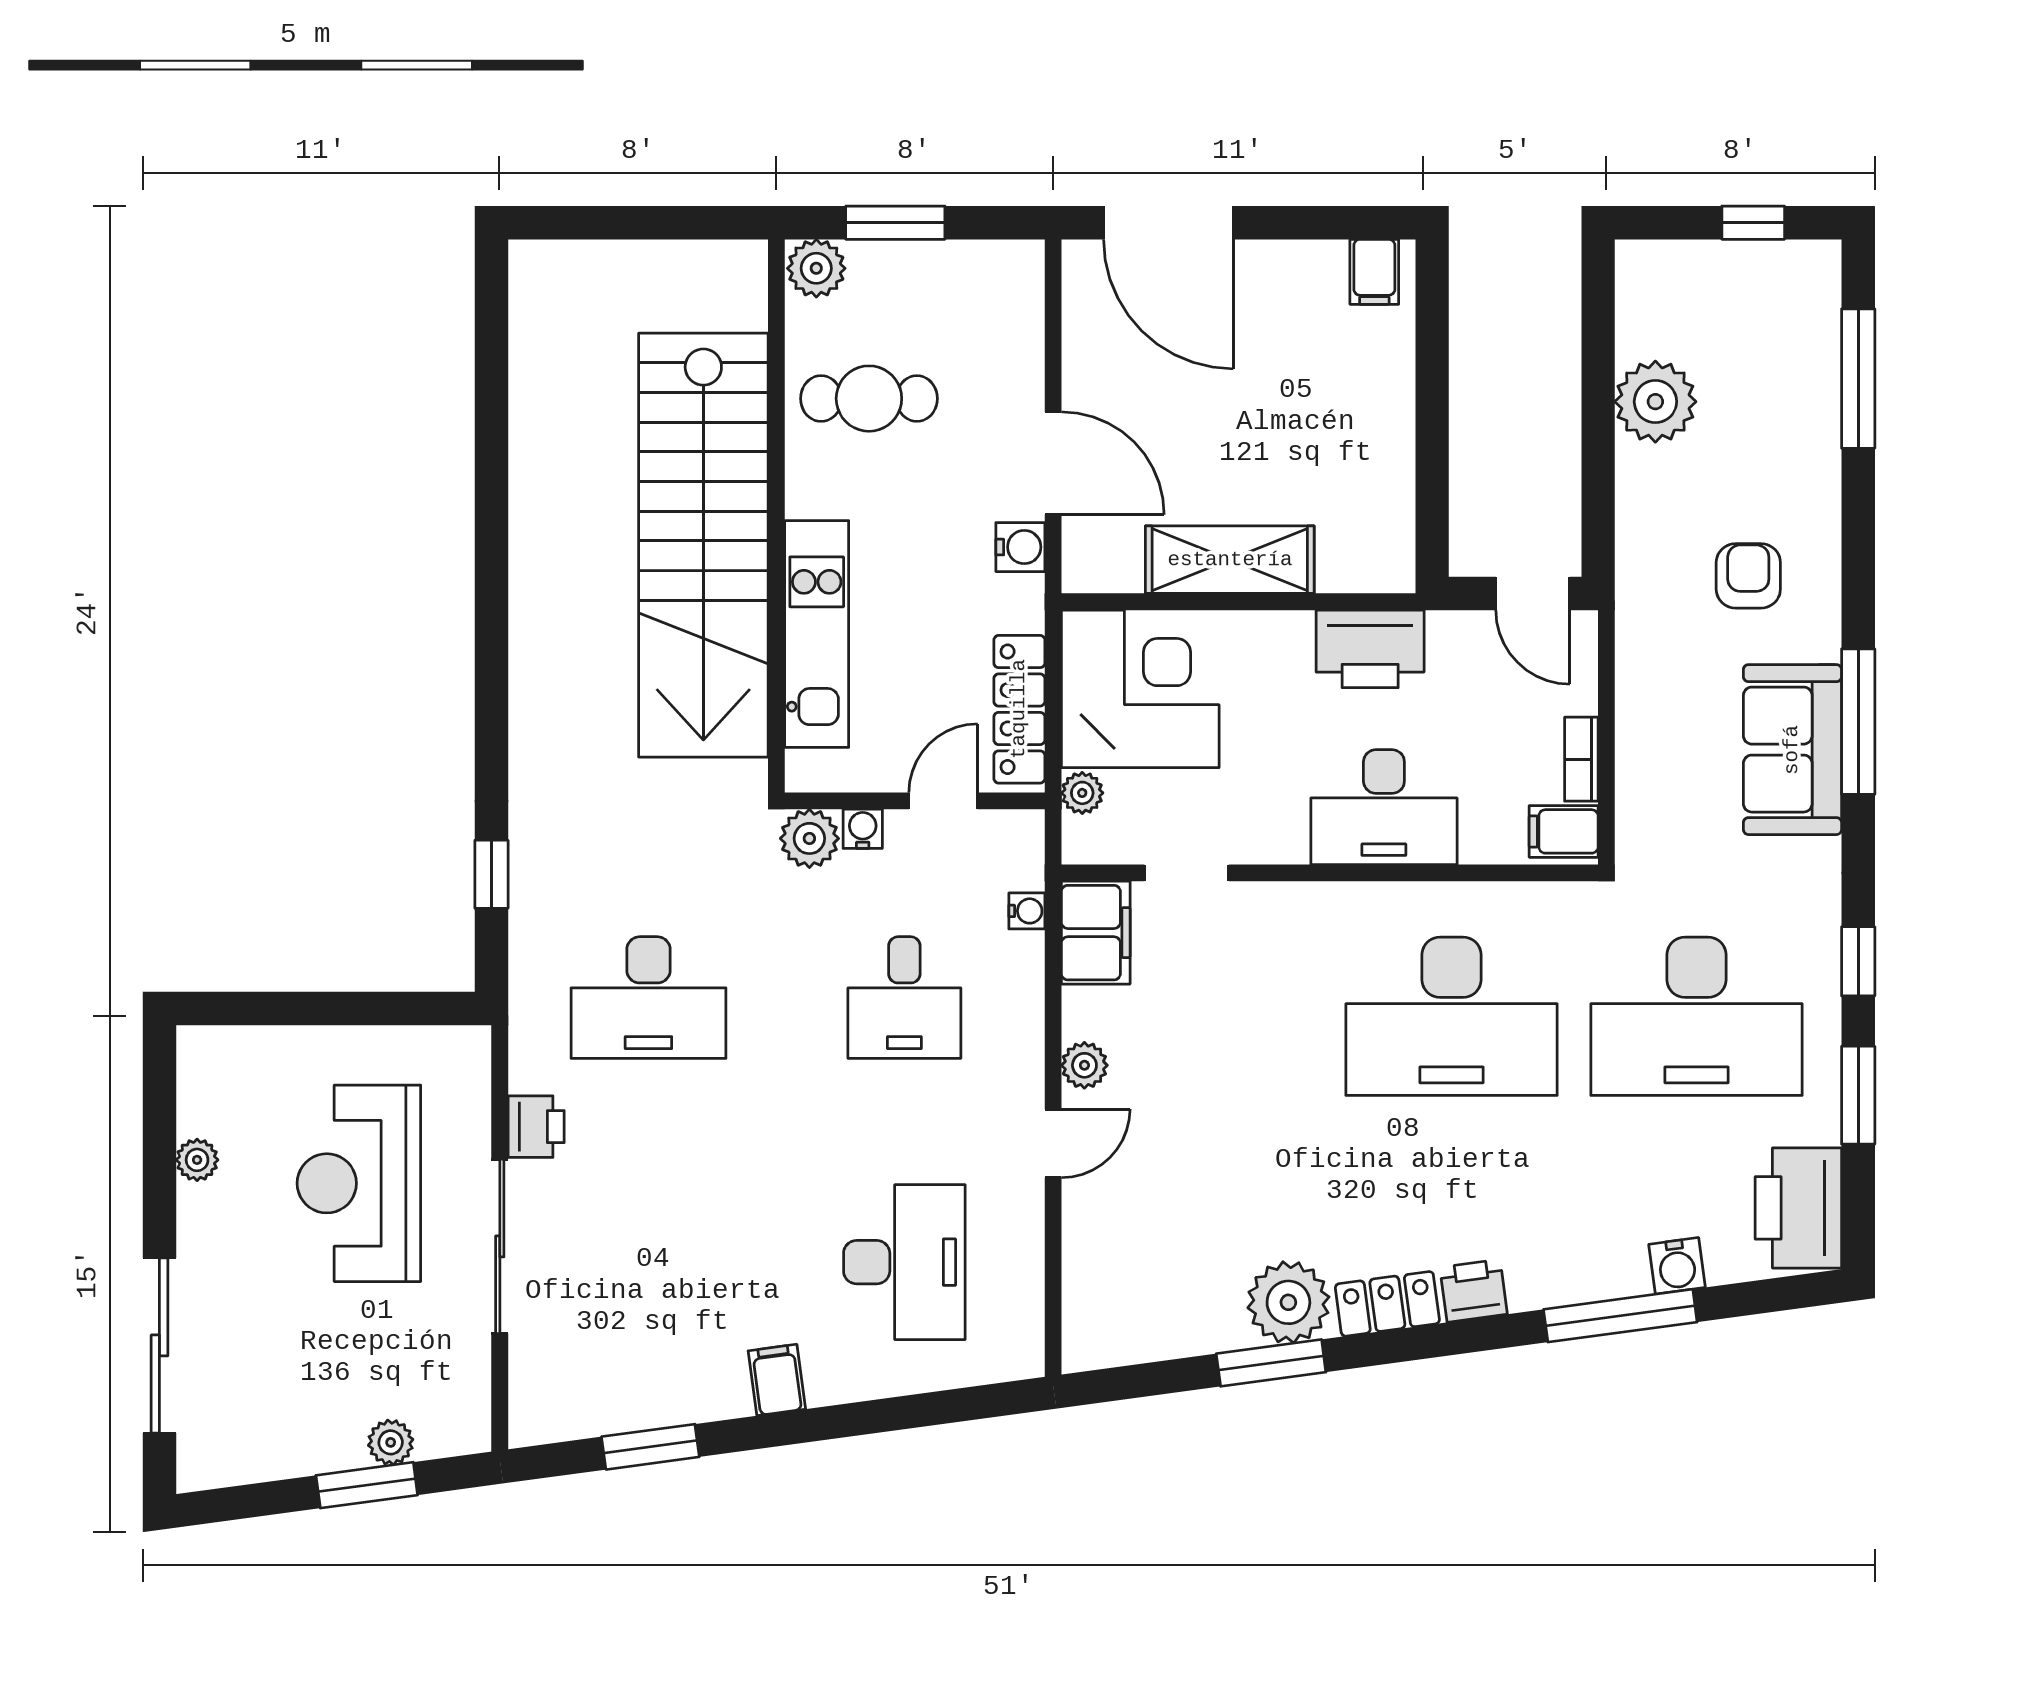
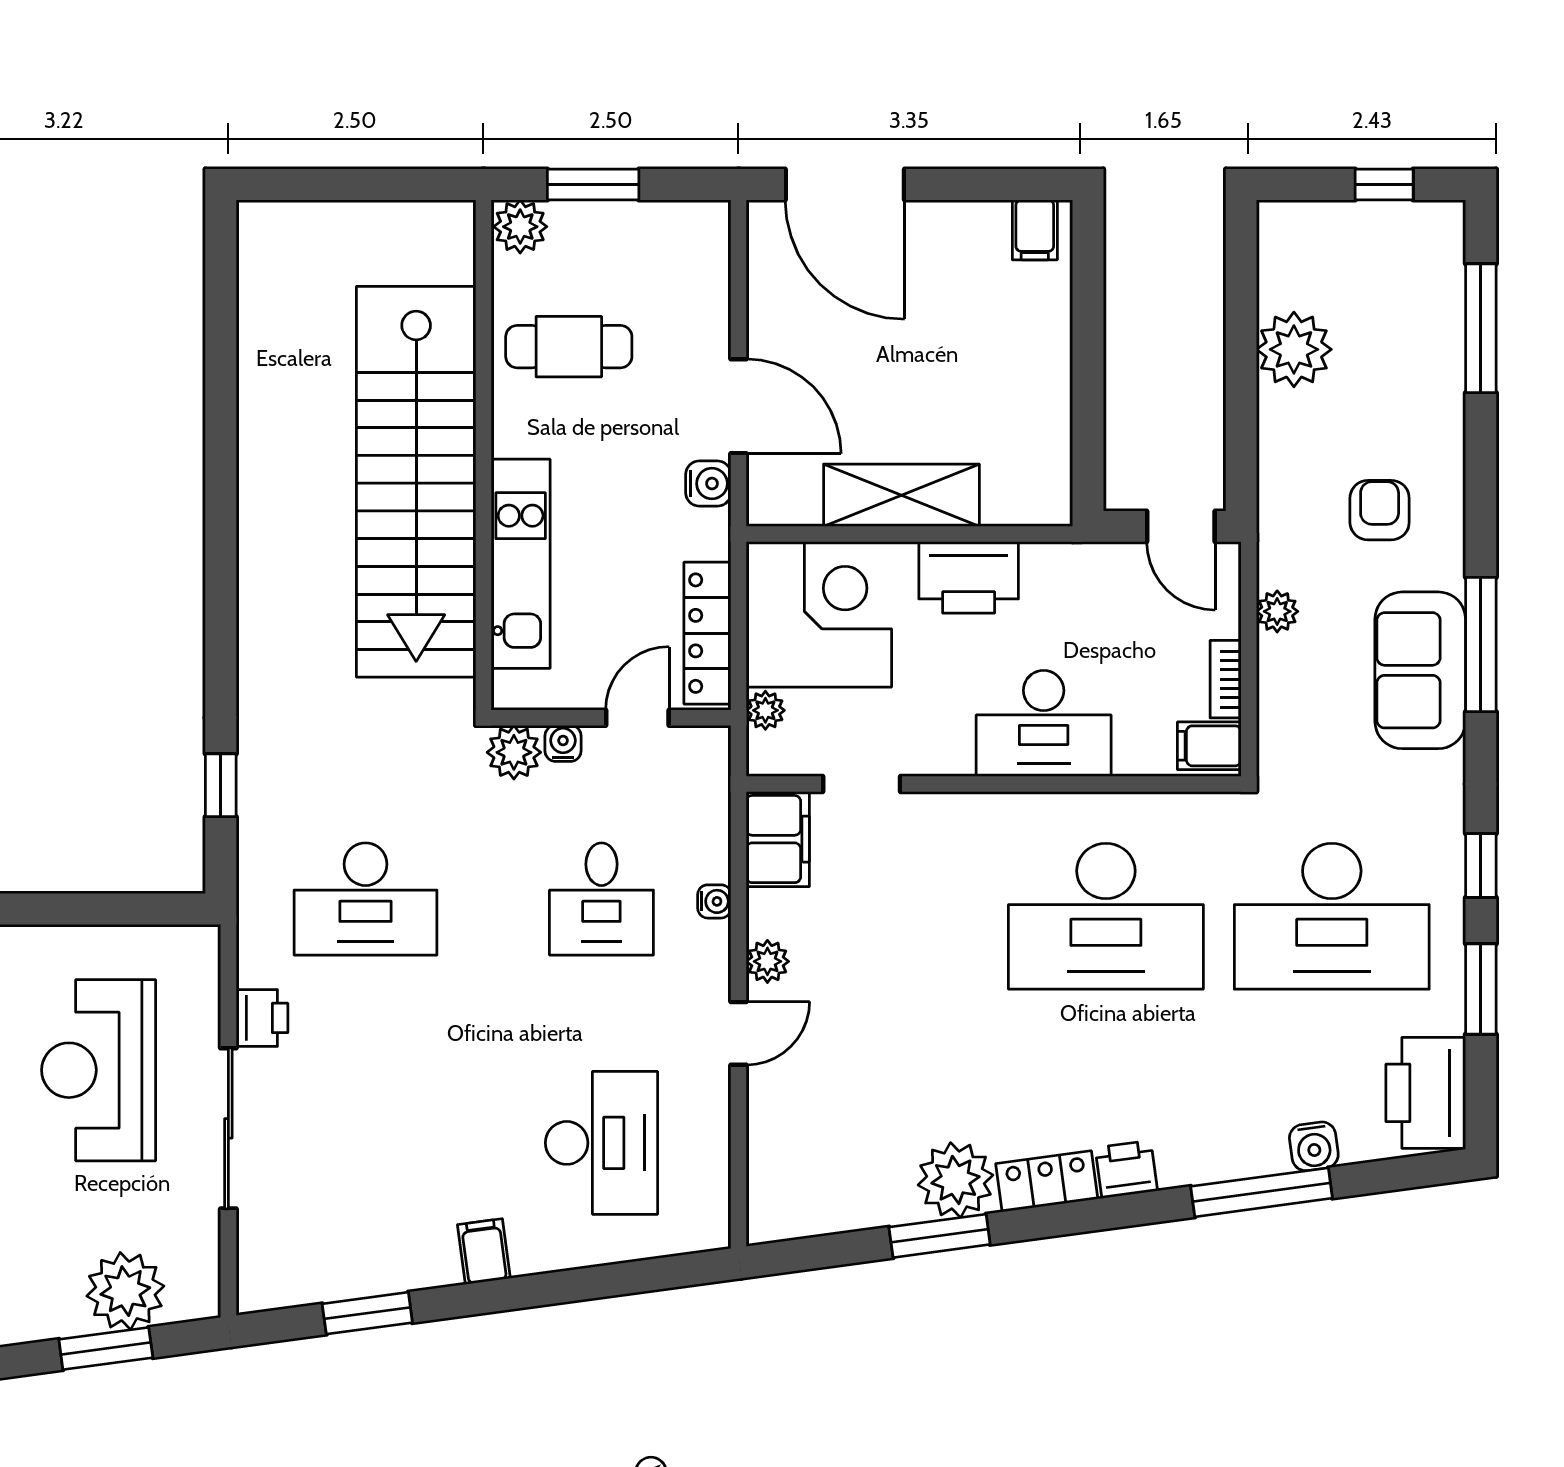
printer: (1370, 649) -> (969, 577), moved
plant: (1637, 686) -> (1277, 611), added
water cooler: (1027, 911) -> (714, 901), moved
plant: (391, 1442) -> (125, 1291), width x1.88, depth x1.88

